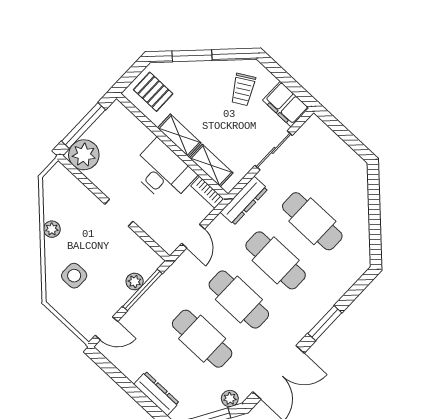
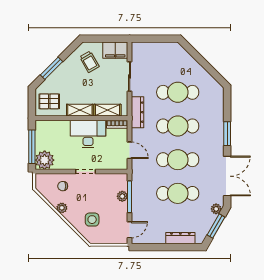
chair: (76, 205) -> (63, 186), added

